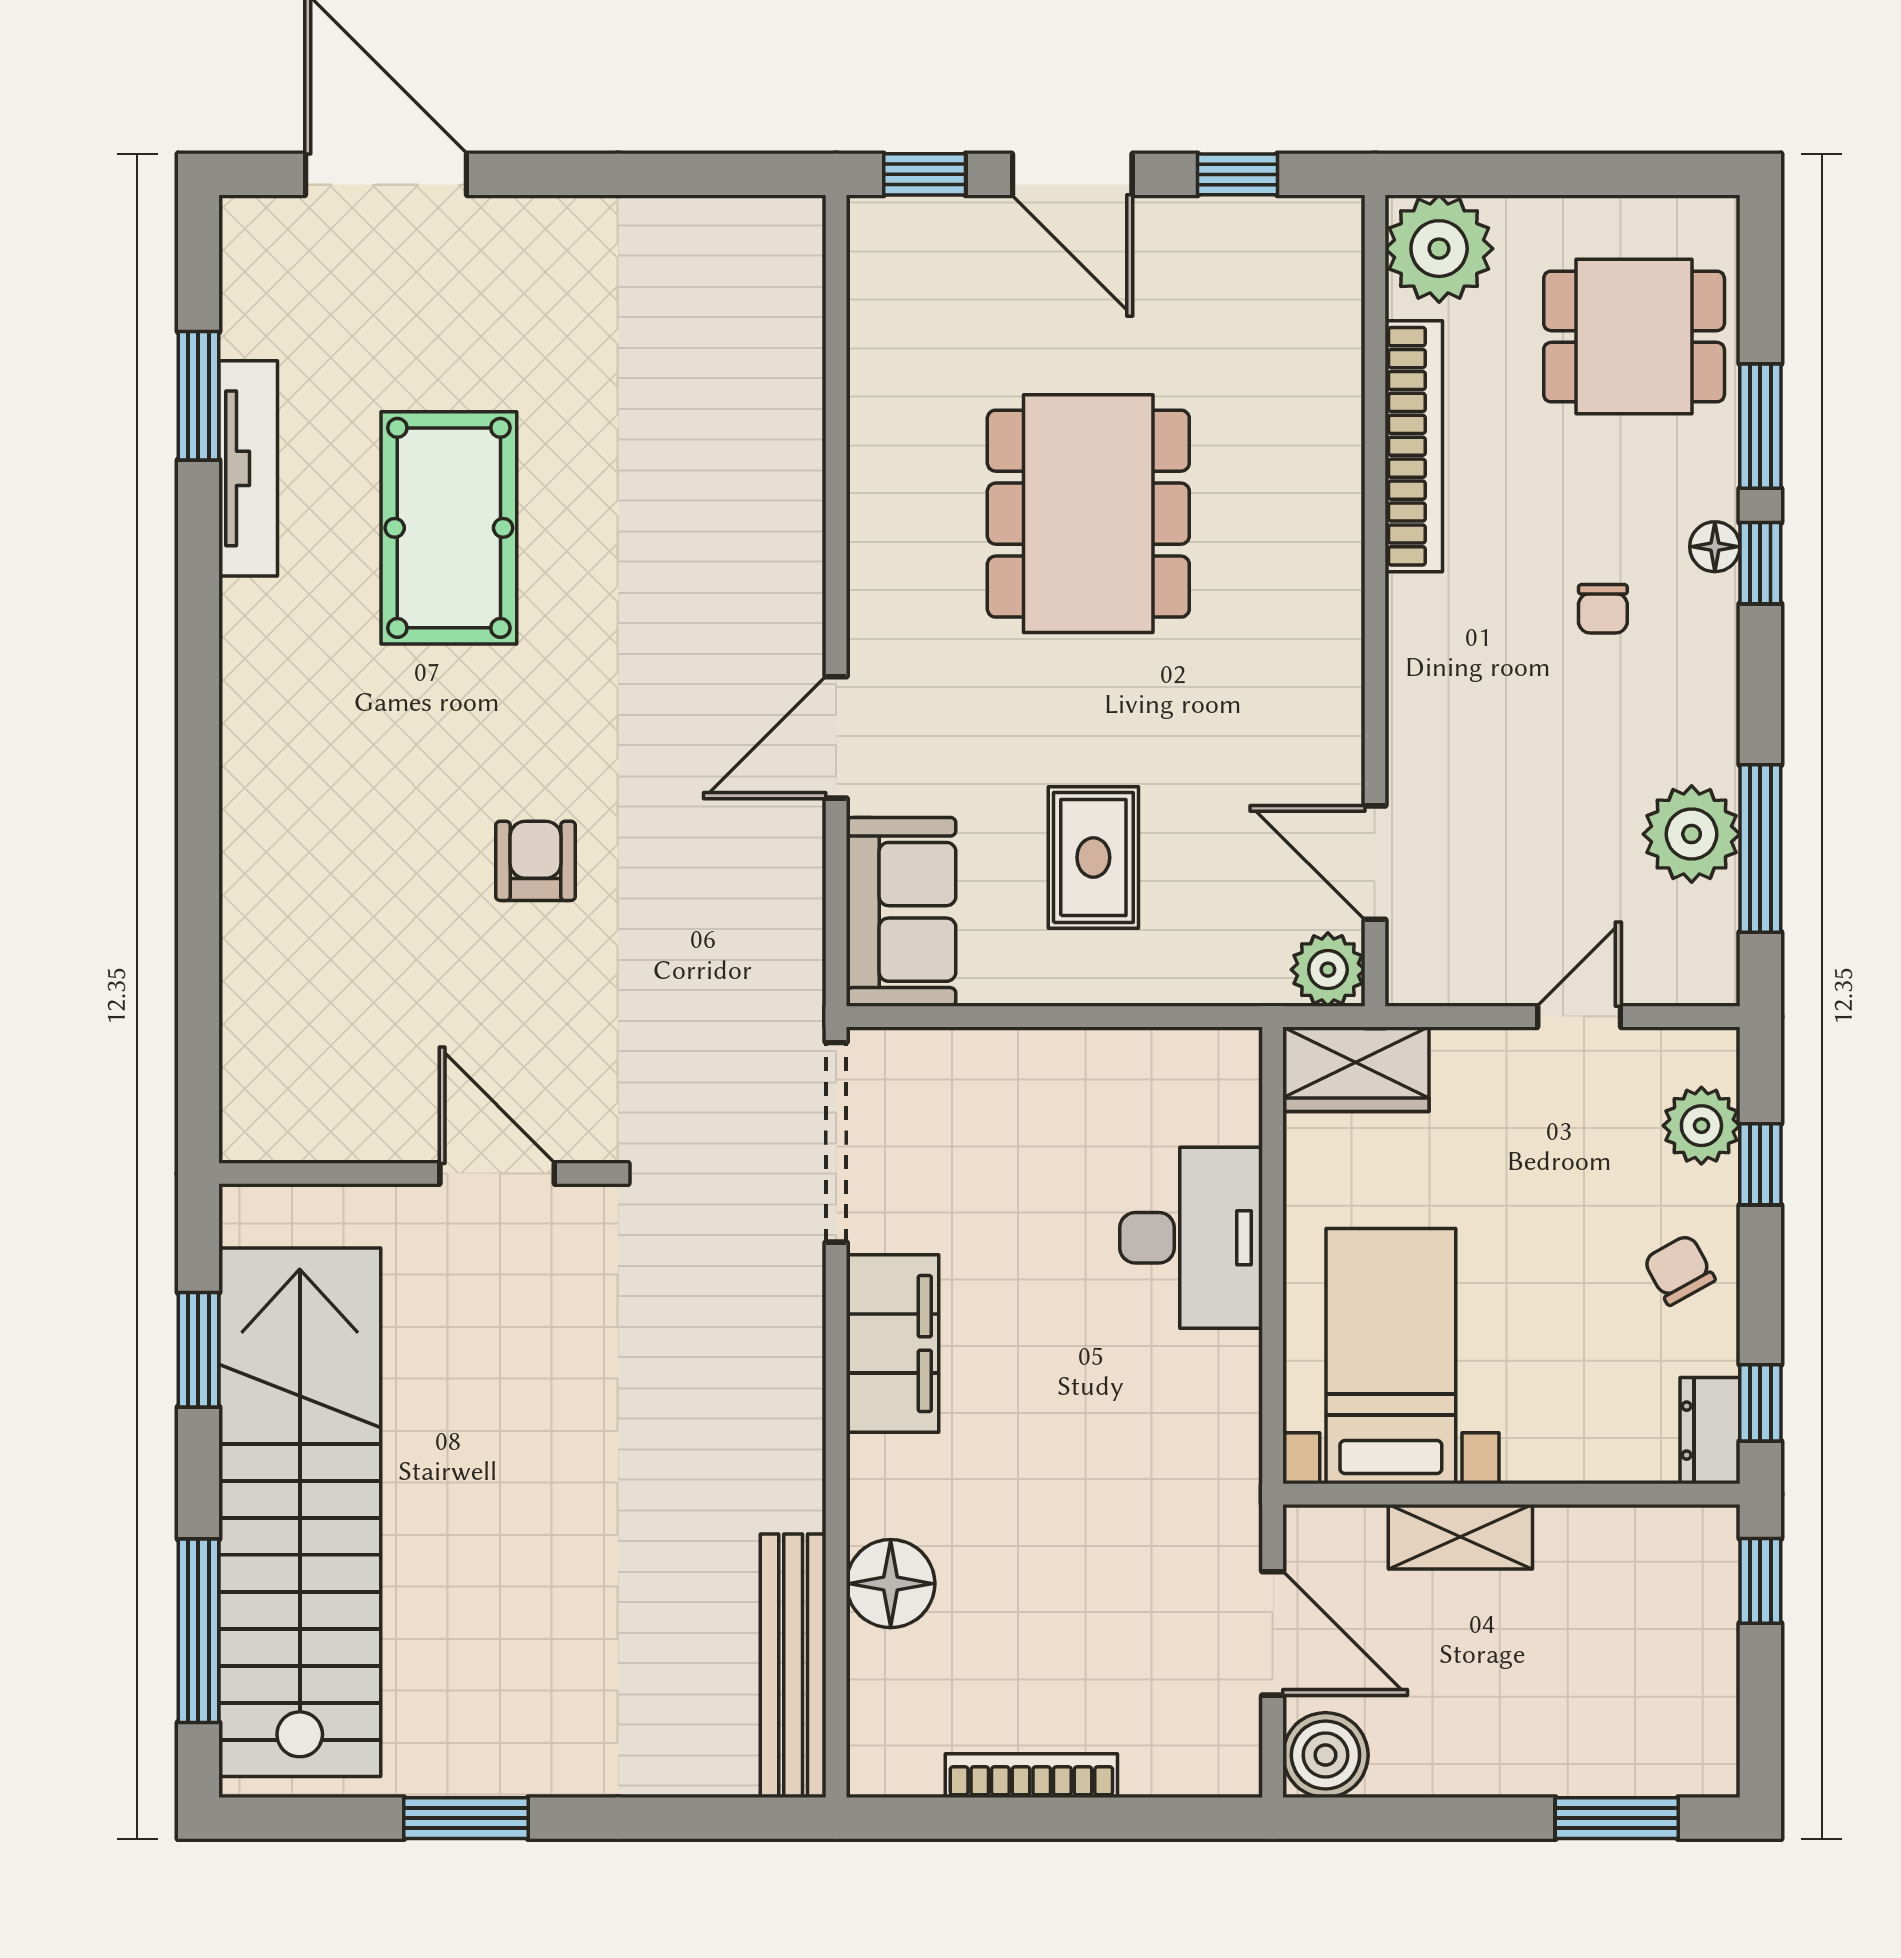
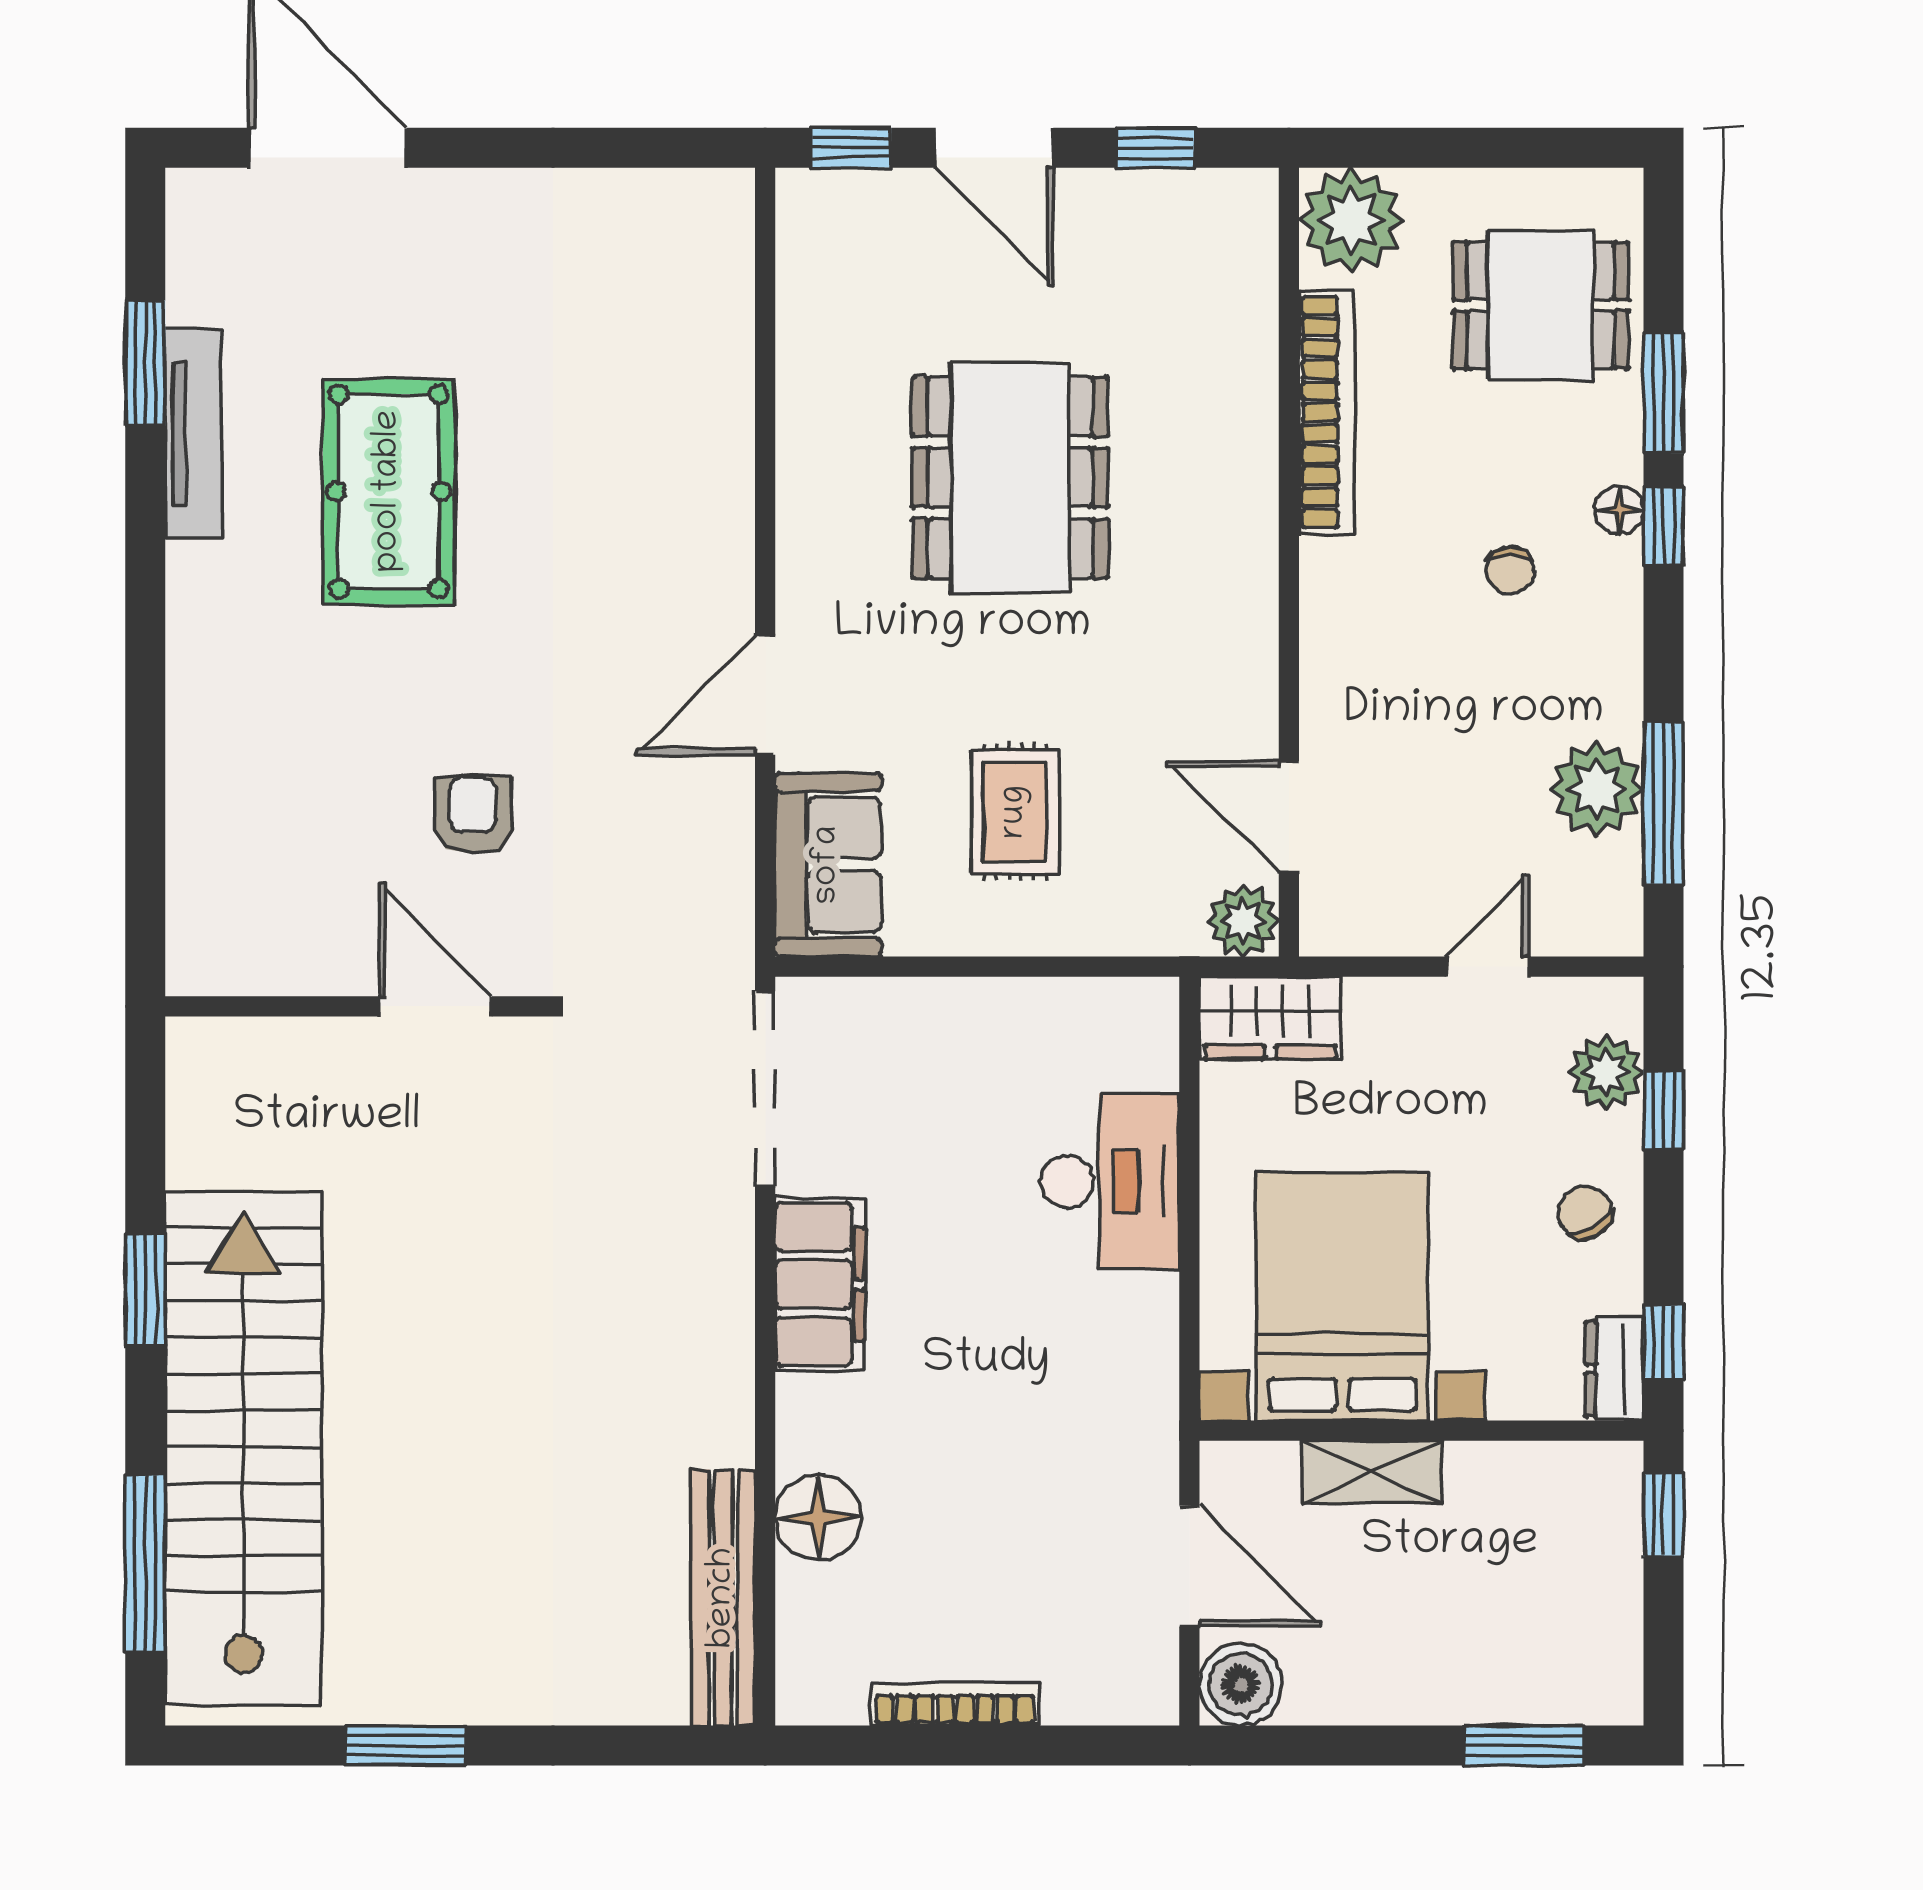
wall: (413, 1174) -> (354, 1006), moved
door: (497, 1174) -> (435, 1006), moved
bed with nightstands: (1391, 1356) -> (1342, 1297), width x1.36

